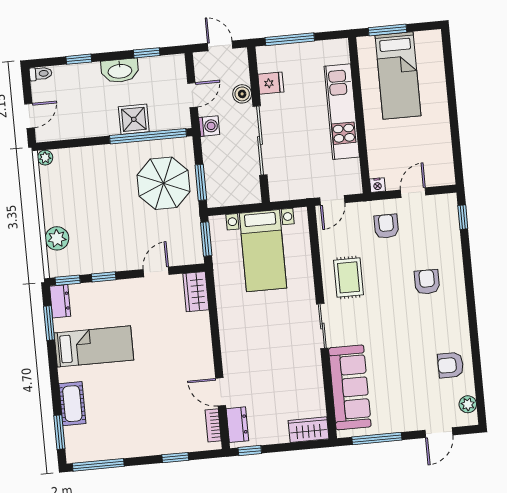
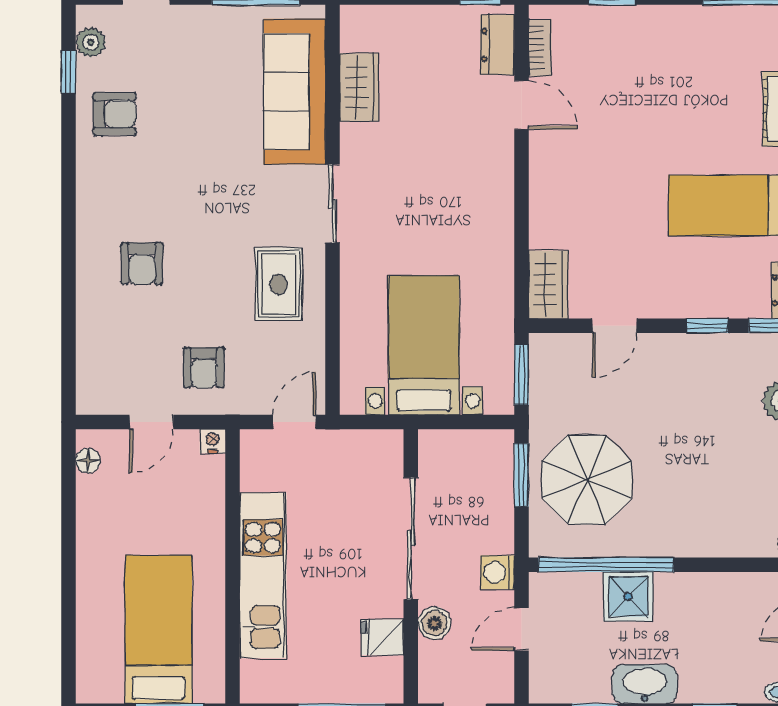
floor lamp: (447, 167) -> (88, 461), added
window: (463, 217) -> (68, 72), moved
wardrobe: (308, 430) -> (359, 87), moved, turned -90

